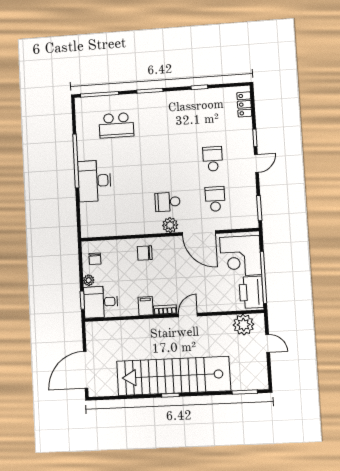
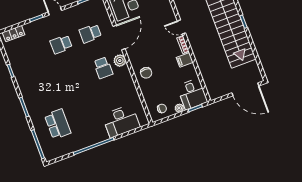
desk: (94, 181) -> (121, 121), moved

